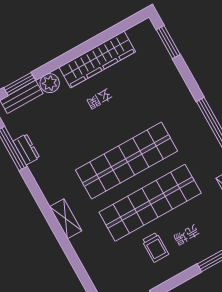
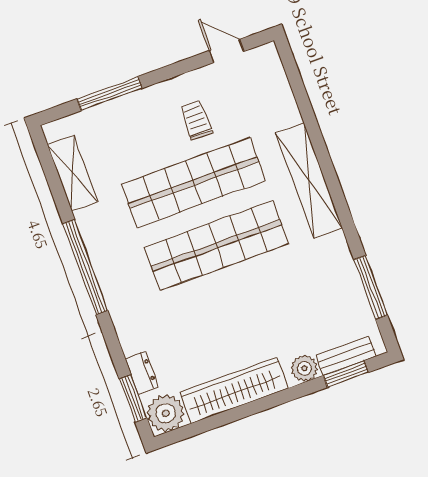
plant: (143, 35) -> (166, 413), added
dresser: (26, 149) -> (142, 373), moved, turned 180
shelving: (66, 219) -> (309, 181), width x2.20, depth x1.33

